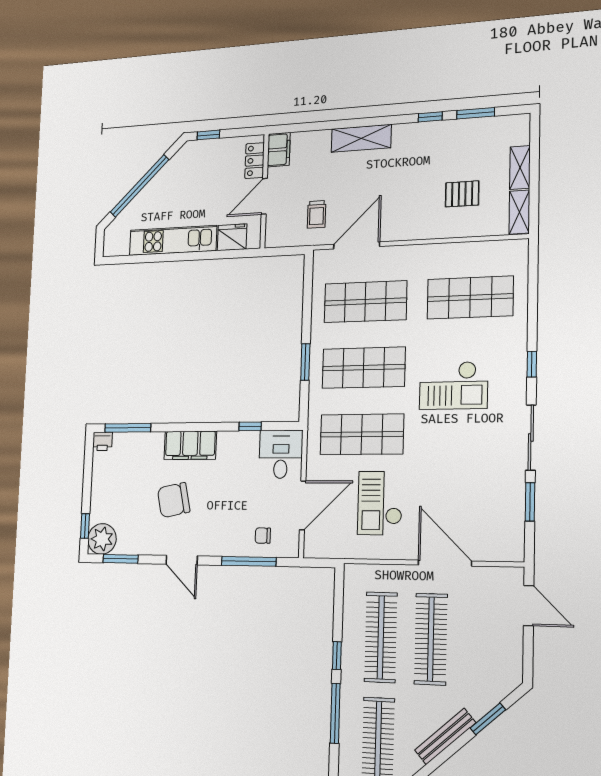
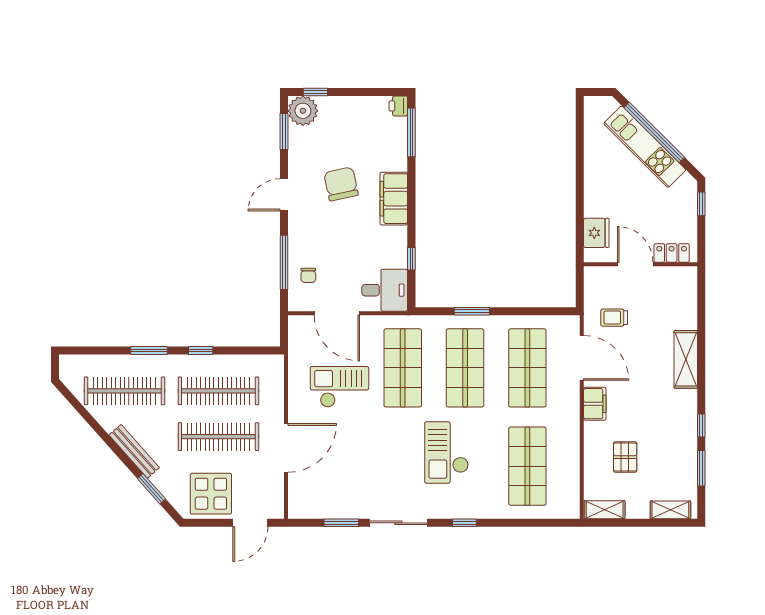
filing cabinet: (279, 150) -> (595, 404), moved, turned -90
shelving: (520, 167) -> (670, 510), moved
kitchen unit: (173, 240) -> (645, 147), moved, turned 135
chair: (263, 536) -> (308, 275), turned 180
display table: (495, 650) -> (211, 494), added
window: (335, 713) -> (149, 350), width x0.69

